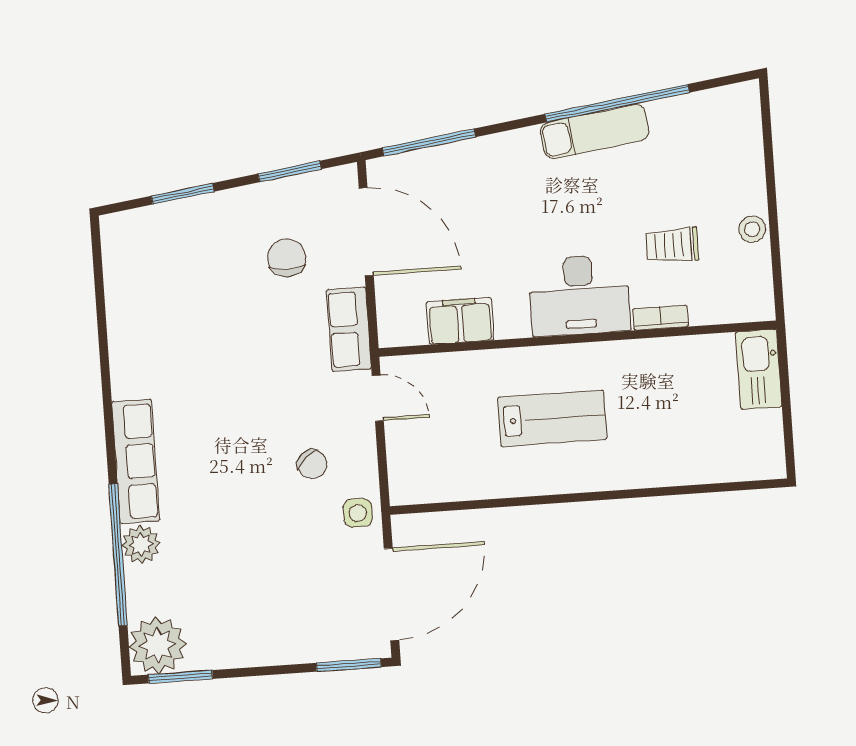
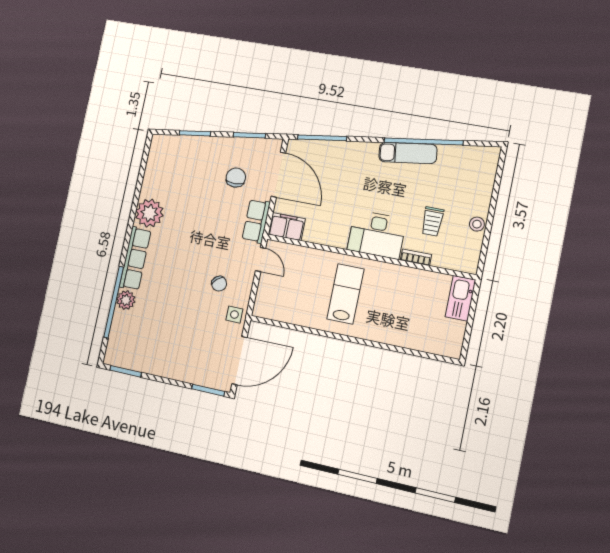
trolley: (672, 245) -> (432, 221), turned -90
filing cabinet: (460, 321) -> (287, 227), moved
lab bench: (552, 418) -> (345, 294), turned -90
plant: (157, 645) -> (149, 213), moved

